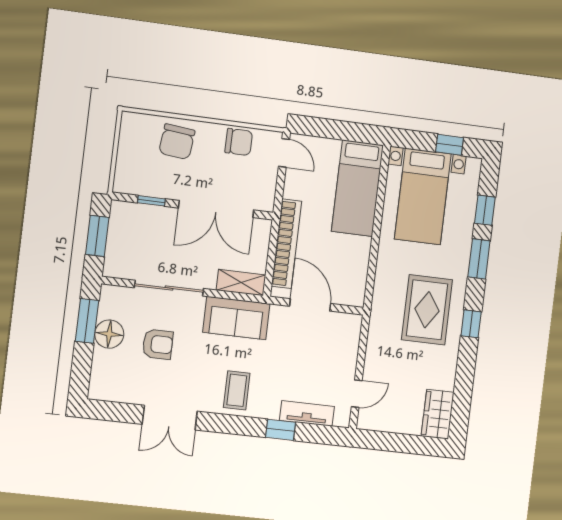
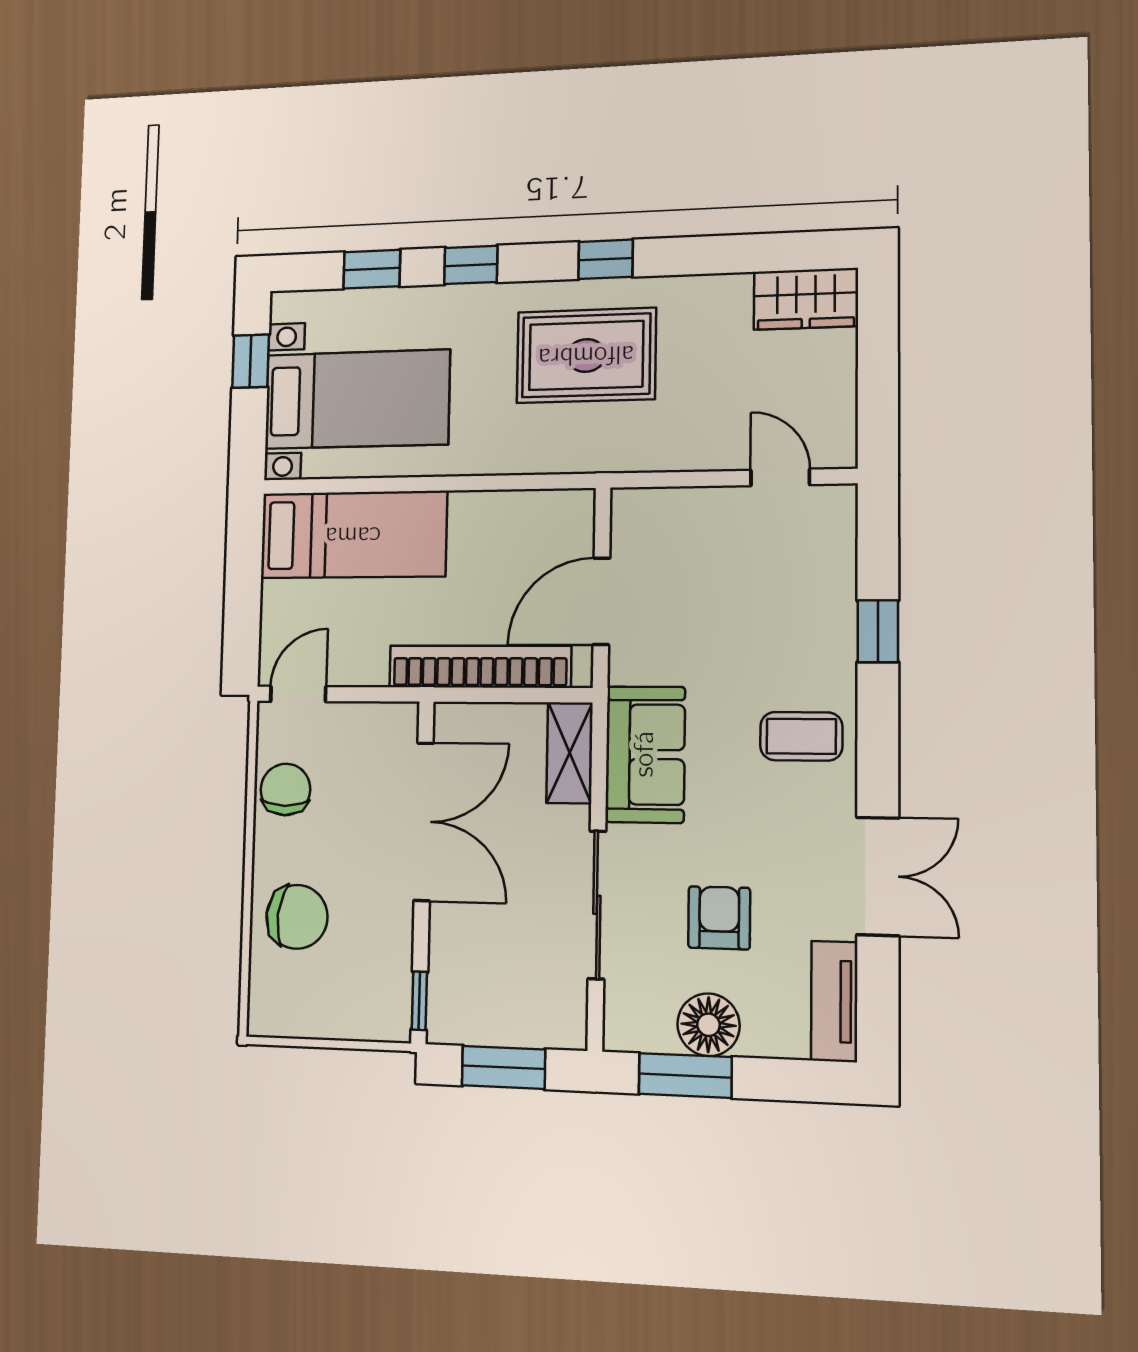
window: (151, 201) -> (419, 1001), moved
window: (479, 259) -> (471, 265), width x0.67
tv unit: (307, 413) -> (834, 1001), moved

